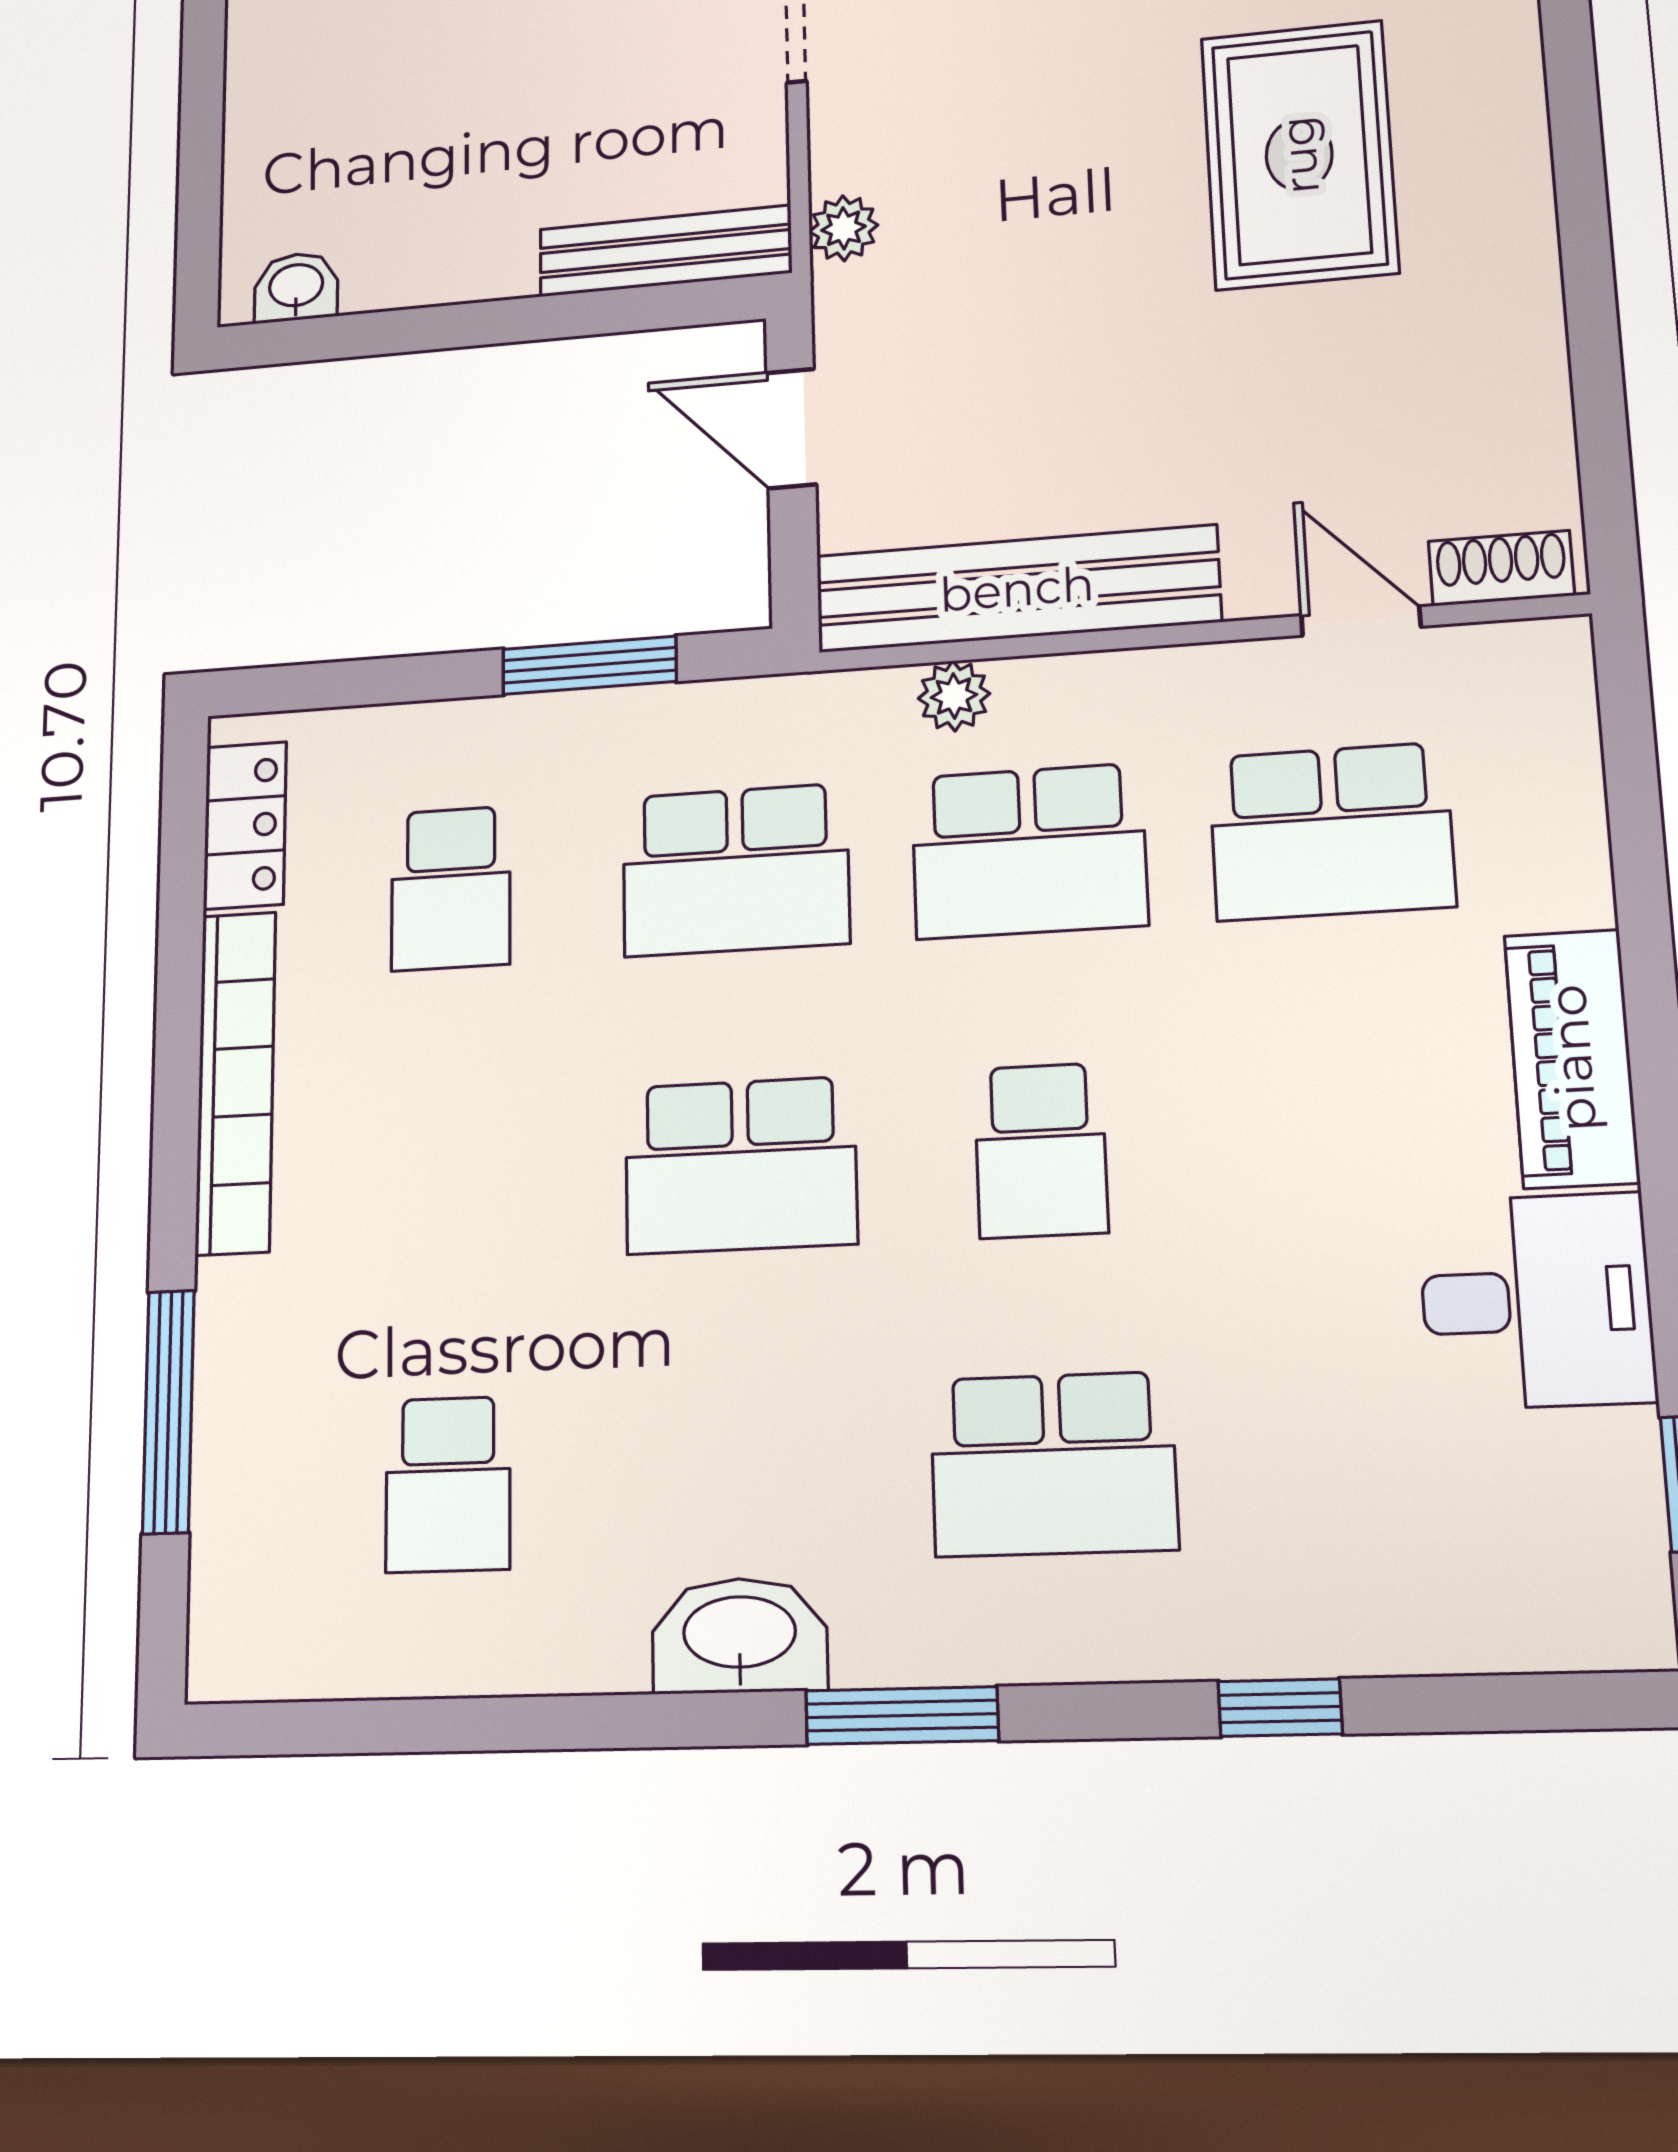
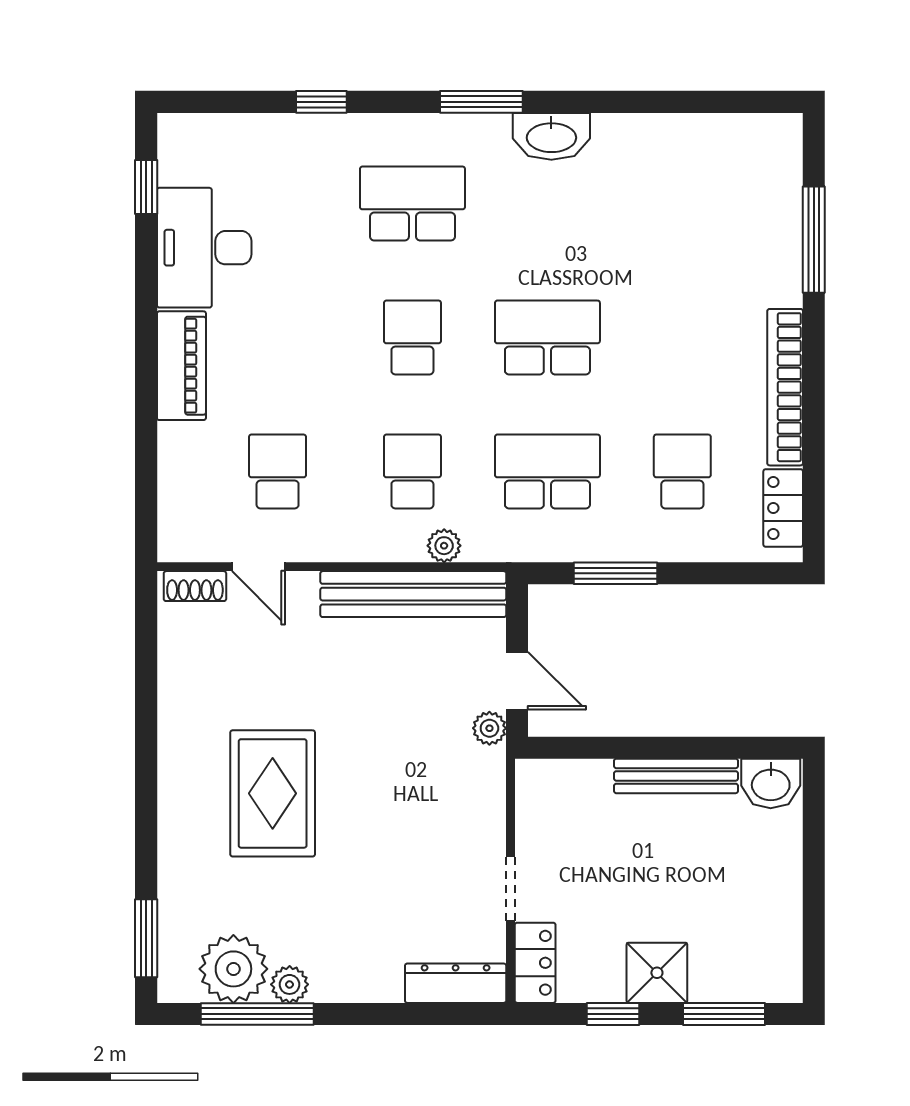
plant: (844, 228) -> (489, 728), moved
bench: (665, 251) -> (676, 776), moved
washbasin: (296, 287) -> (771, 783), width x1.38, depth x1.45
school desk: (1331, 832) -> (278, 471), width x0.54
school desk: (1029, 851) -> (412, 471), width x0.54
desk: (1536, 1301) -> (204, 248), width x1.37
school desk: (448, 1484) -> (682, 204), removed

